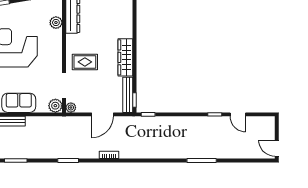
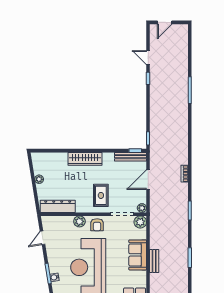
plant: (56, 23) -> (79, 221), moved
wardrobe: (125, 57) -> (85, 159), moved
armchair: (52, 58) -> (97, 225), added
door: (102, 114) -> (148, 180), swing flipped
door: (238, 114) -> (148, 58), swing flipped
door: (277, 148) -> (165, 22), moved

